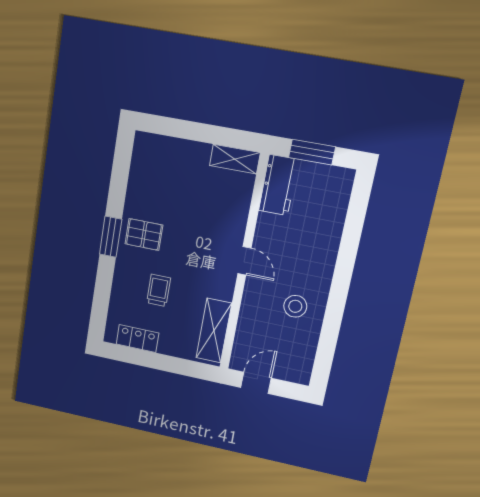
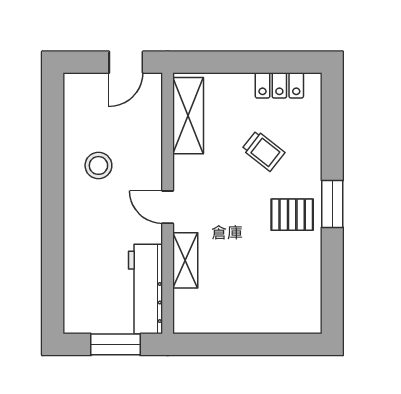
shelving: (235, 159) -> (185, 260), moved, turned 90
workbench: (278, 185) -> (146, 289), width x1.37
trolley: (159, 290) -> (263, 151), turned -52

